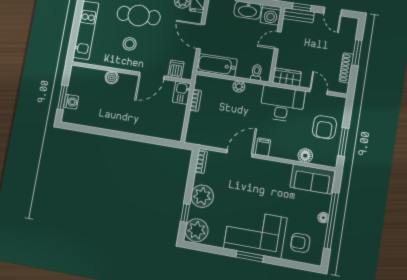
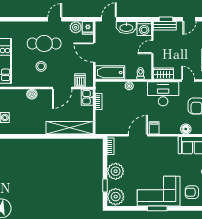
door: (333, 11) -> (189, 19), hinge flipped
shelving: (152, 129) -> (70, 128), added

